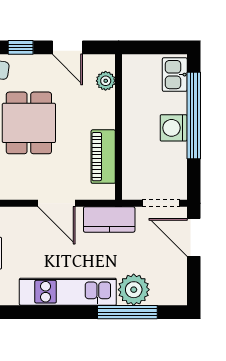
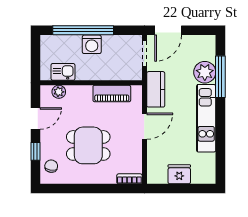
kitchen sink: (175, 75) -> (63, 72), moved, turned 180

